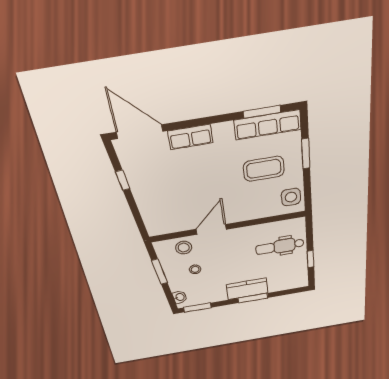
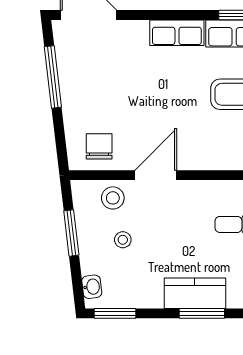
row of seats: (190, 137) -> (177, 33), moved
window: (123, 180) -> (53, 77), width x2.17
chair: (168, 219) -> (99, 146), added

